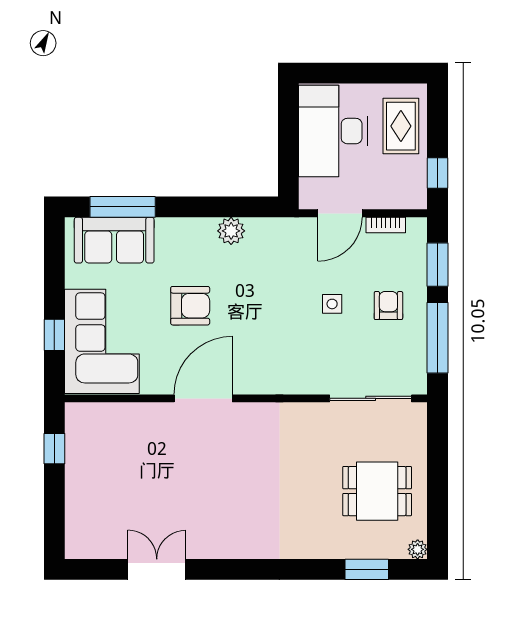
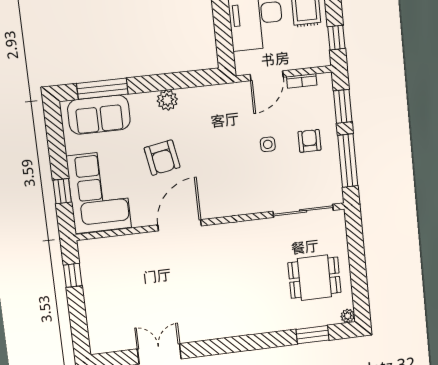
plant: (231, 231) -> (167, 100), moved
armchair: (190, 306) -> (162, 158), turned 80

